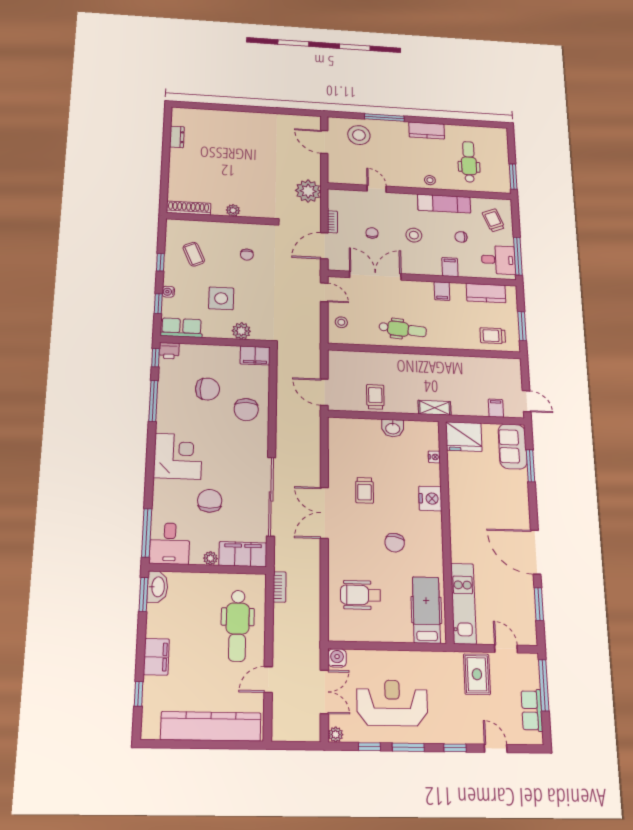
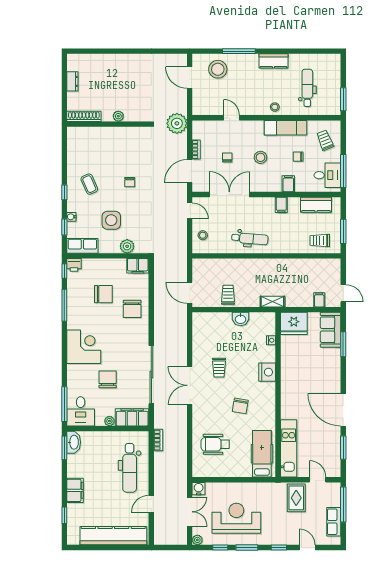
shoe rack: (189, 208) -> (84, 116), moved
plant: (233, 210) -> (118, 116), moved
wall: (219, 219) -> (108, 124), moved

